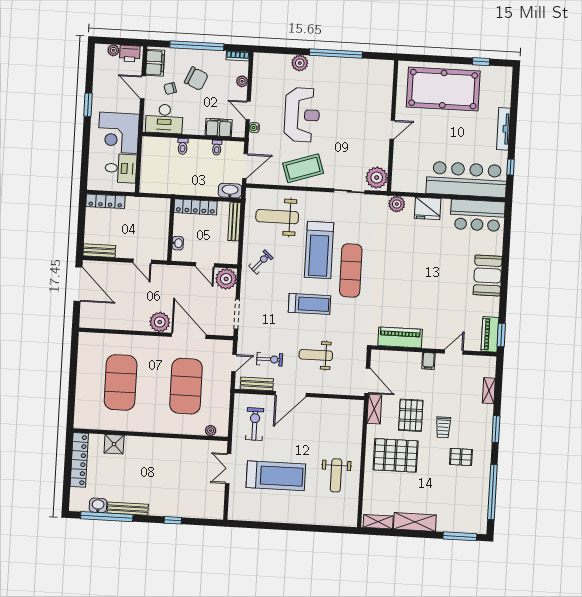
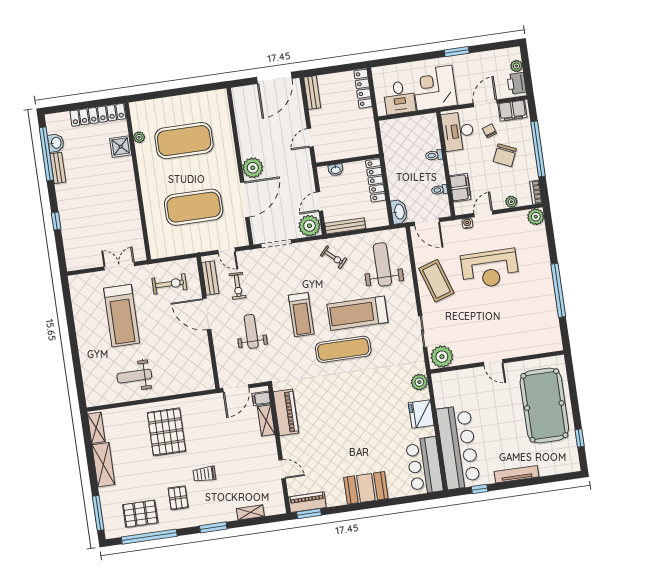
plant: (300, 63) -> (536, 217), moved
bench: (234, 221) -> (345, 226), moved
filing cabinet: (428, 361) -> (261, 398), moved
shelving: (374, 409) -> (266, 420), moved, turned 90
pallet: (411, 415) -> (140, 514), moved
plant: (211, 430) -> (139, 137), moved
bench: (128, 509) -> (58, 168), width x0.73

